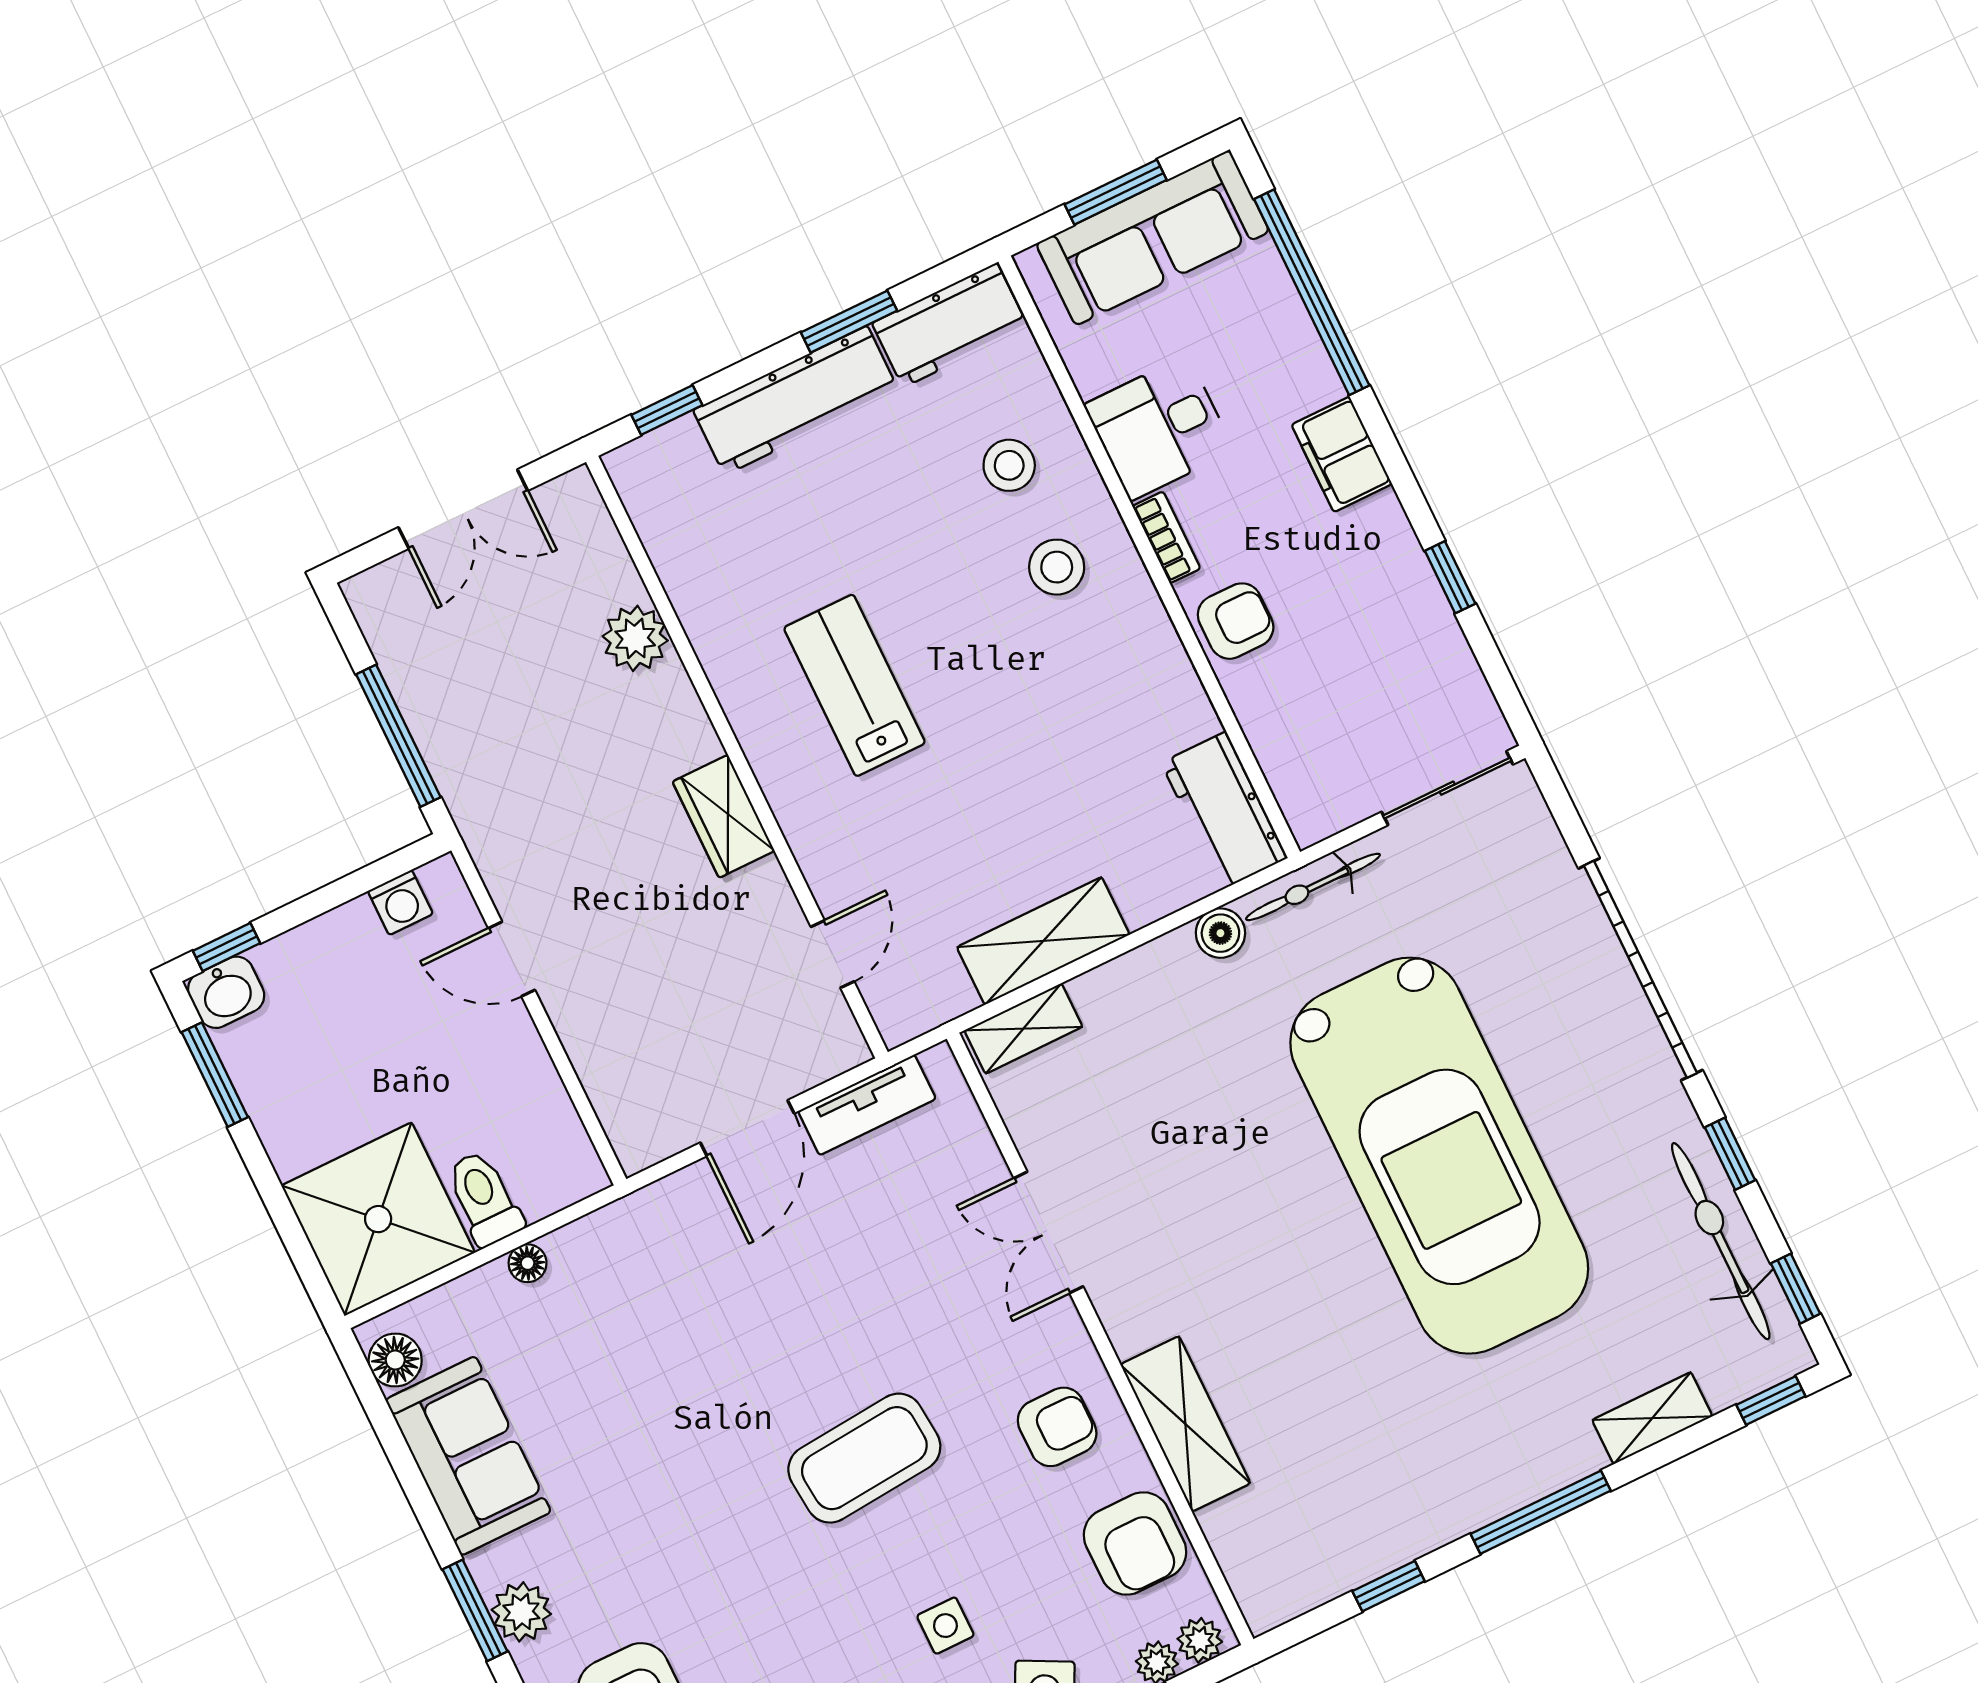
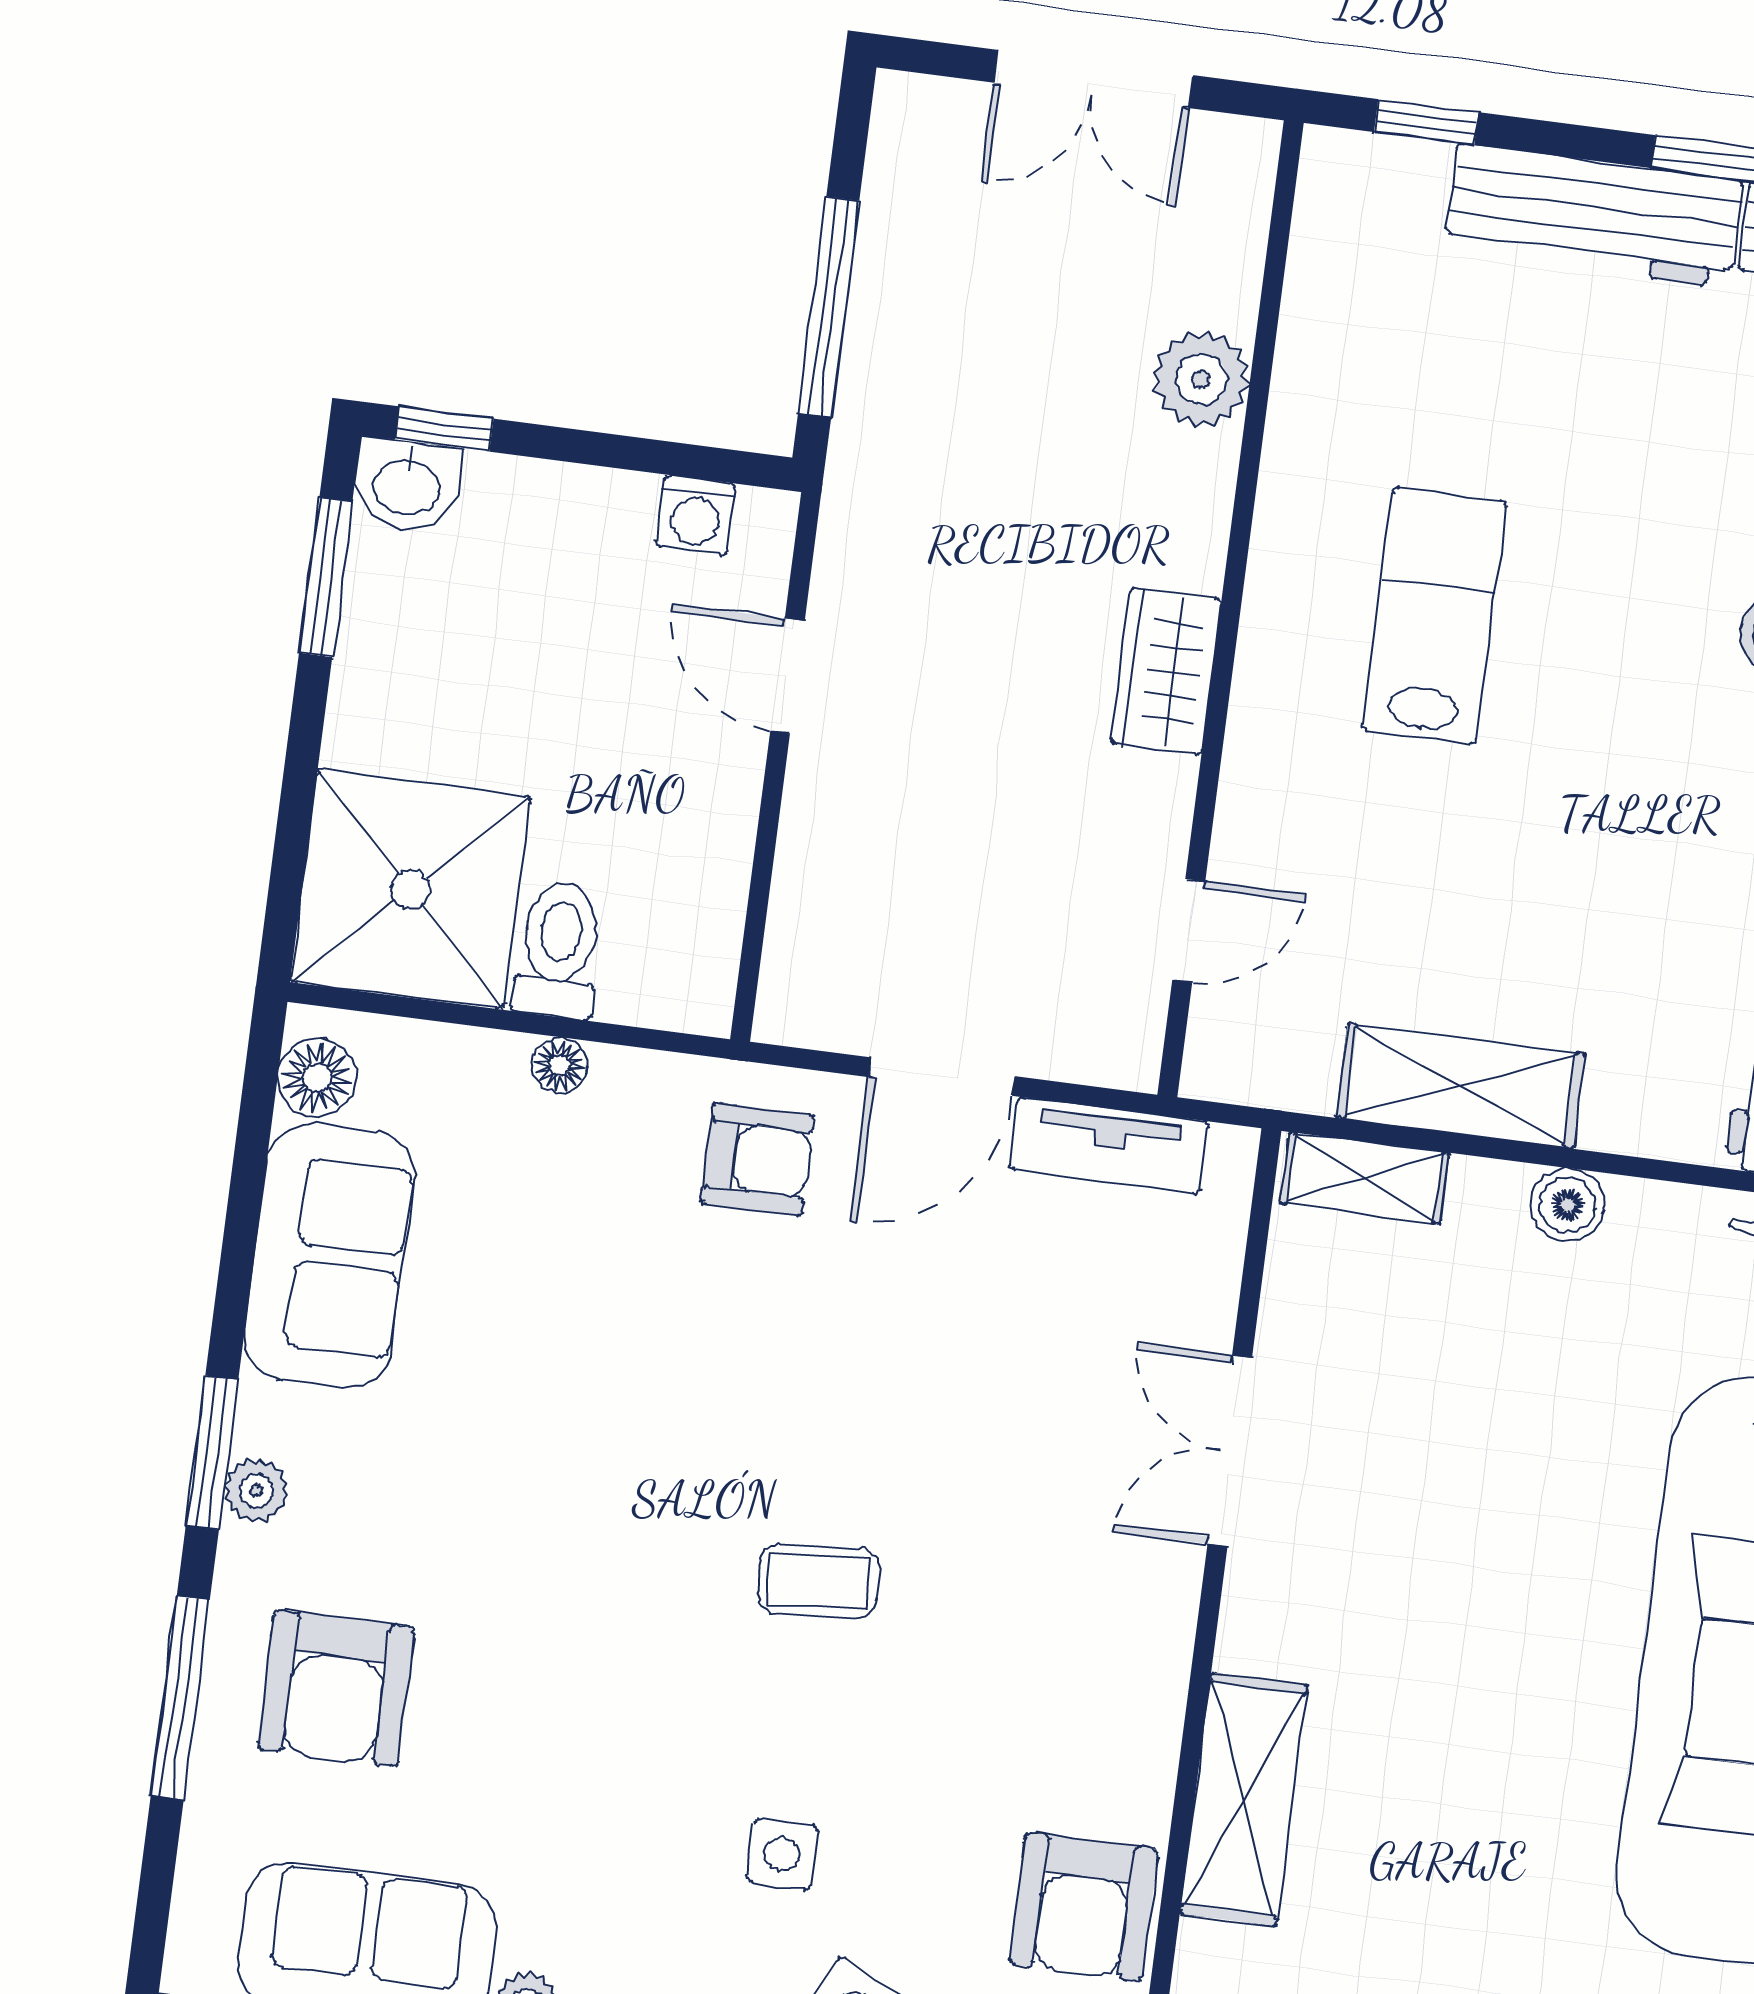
boiler: (1220, 933) -> (1567, 1205), moved
armchair: (1057, 1427) -> (758, 1159), moved
coffee table: (864, 1458) -> (818, 1581), width x0.54, depth x0.58
plant: (521, 1612) -> (256, 1491), width x0.73, depth x0.73

